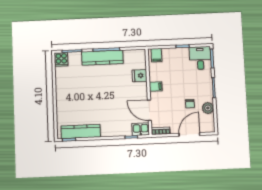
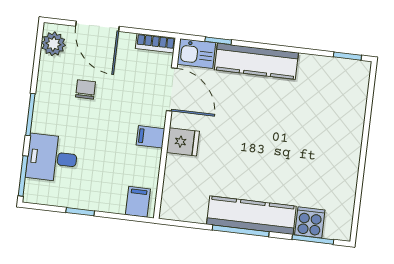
desk: (200, 58) -> (52, 158), moved, turned 90
cooker: (61, 59) -> (310, 222), moved
fridge: (140, 76) -> (183, 142), moved
plant: (208, 108) -> (53, 44), moved
kitchen counter: (81, 131) -> (256, 61), moved
door: (189, 134) -> (97, 26), hinge flipped

